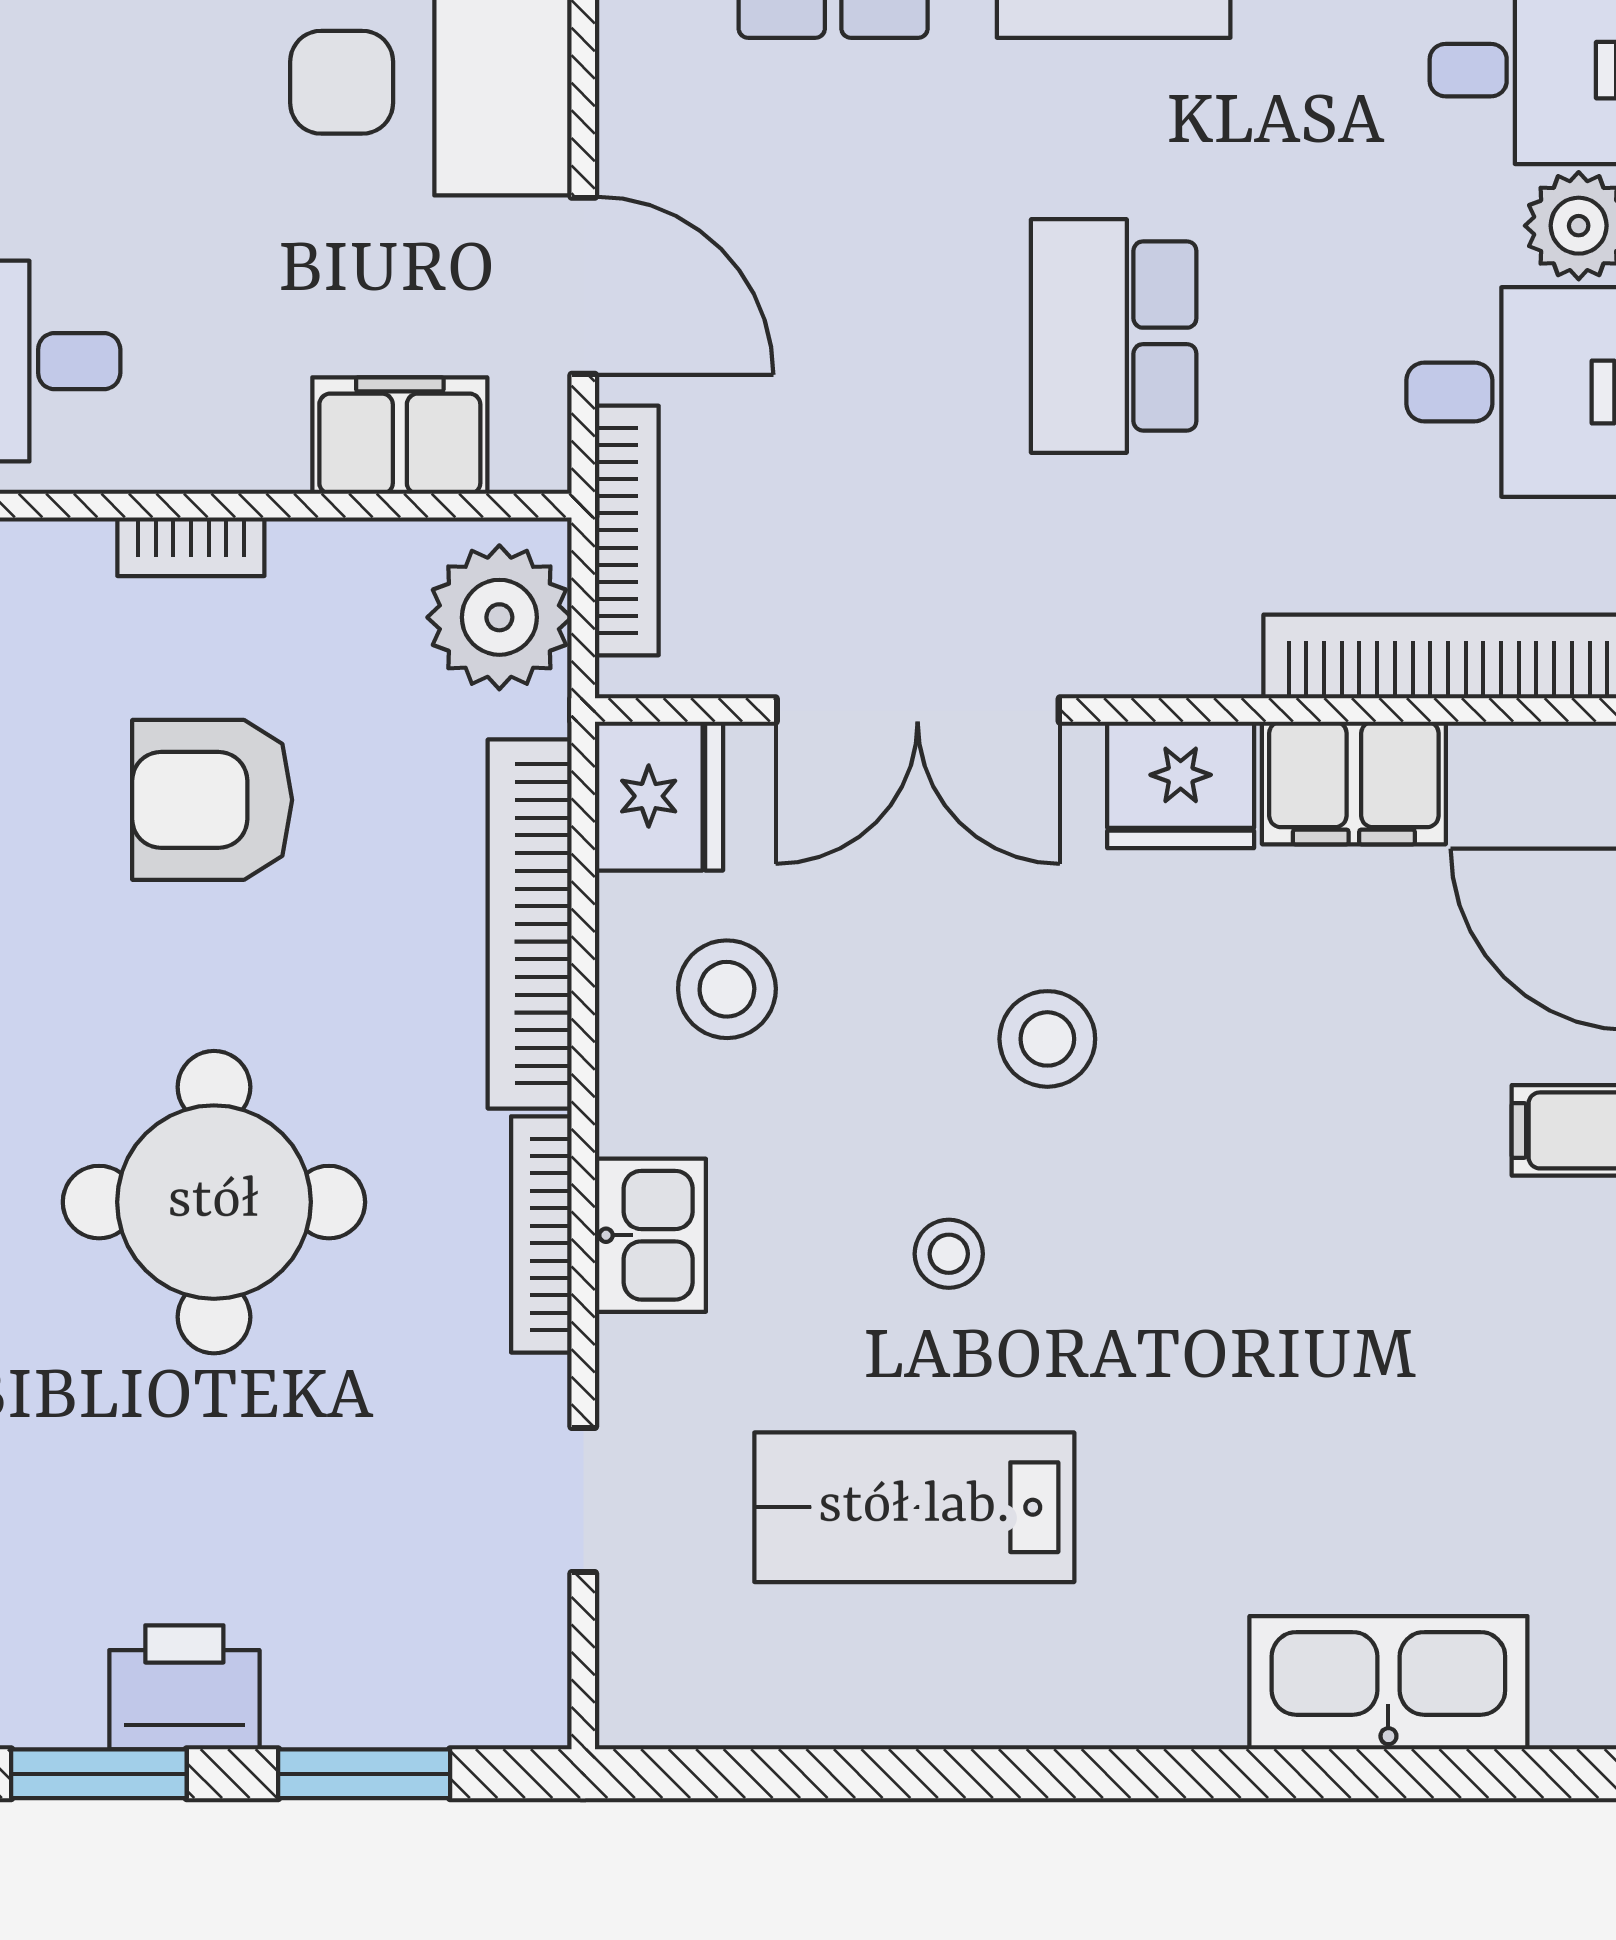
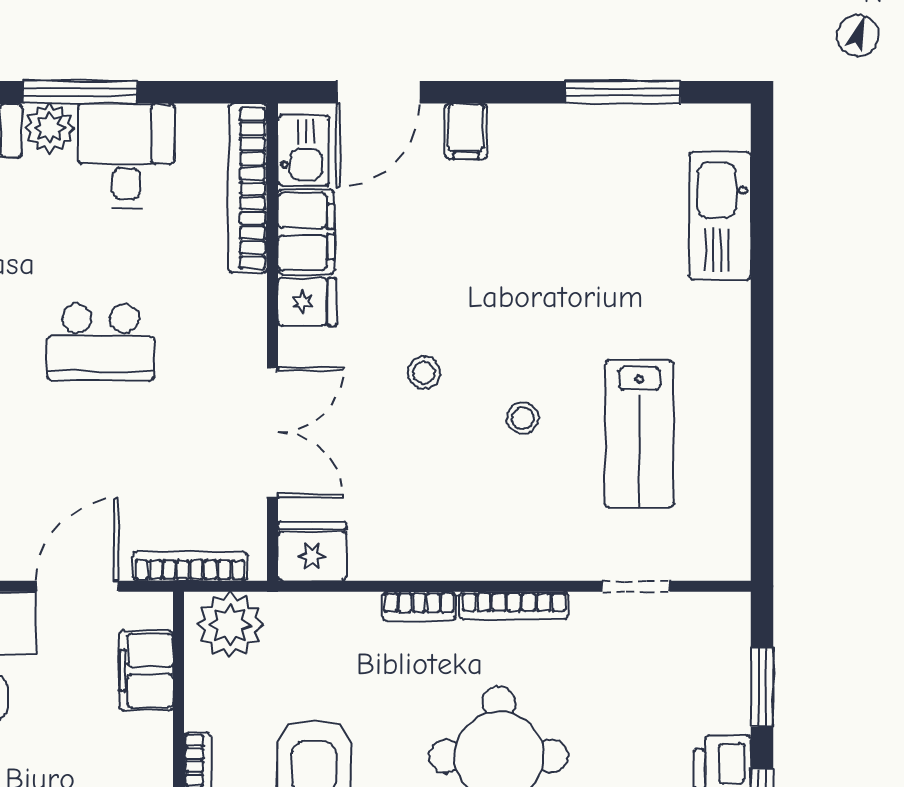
fridge: (1181, 785) -> (307, 302), width x0.72
bookcase: (530, 924) -> (419, 606), width x0.43, depth x0.76
stool: (727, 989) -> (401, 520), removed
stool: (1047, 1039) -> (424, 373), width x0.73, depth x0.73
kitchen sink: (650, 1235) -> (303, 150), moved, turned 90

